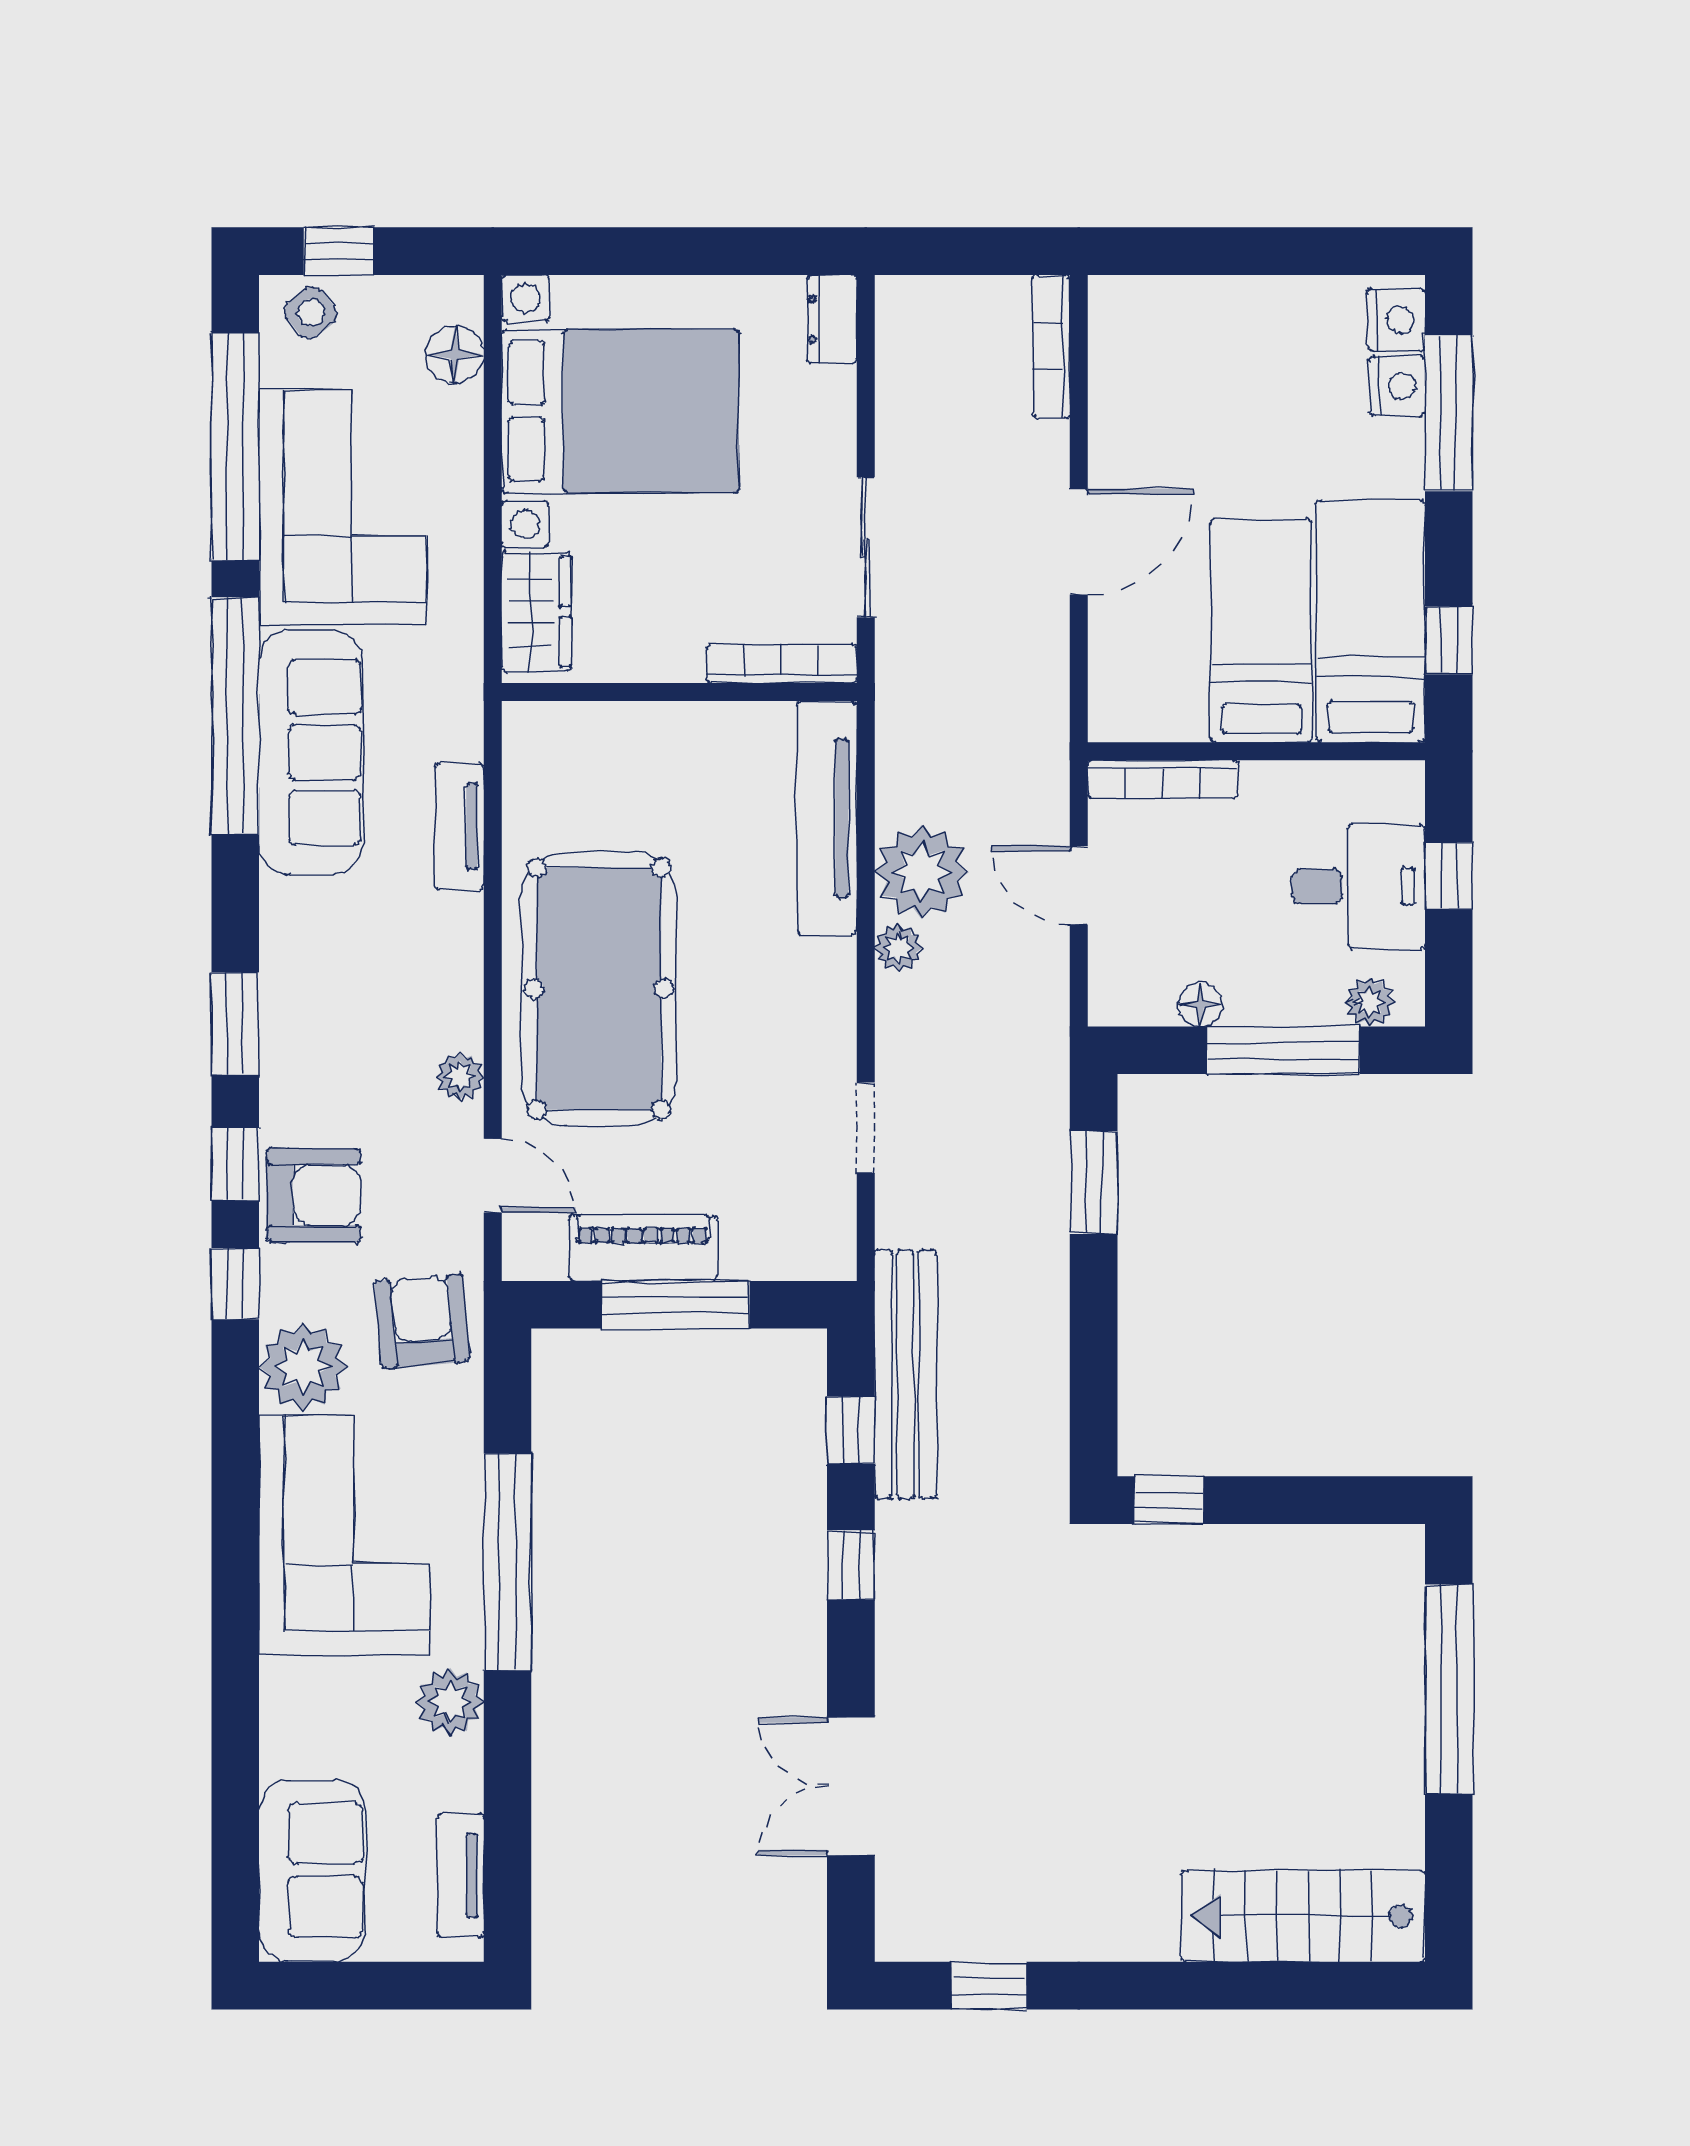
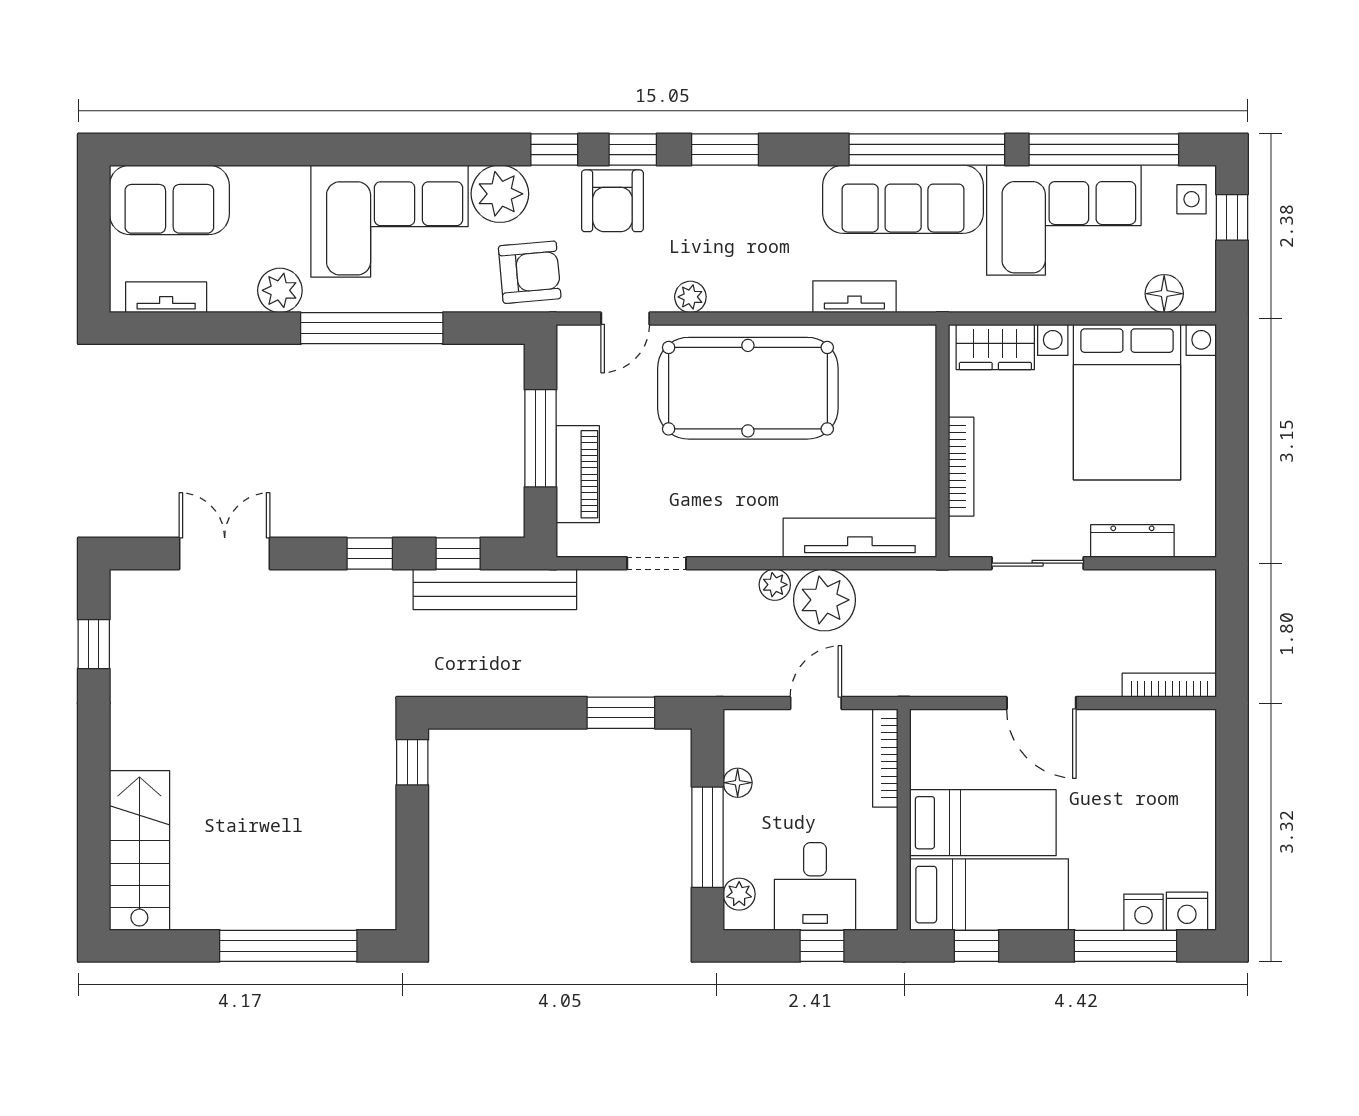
side table: (311, 313) -> (1192, 199), turned 38
dresser: (832, 319) -> (1132, 541), moved, width x1.44
bookcase: (781, 664) -> (961, 467), moved
piano: (643, 1248) -> (578, 474), moved

